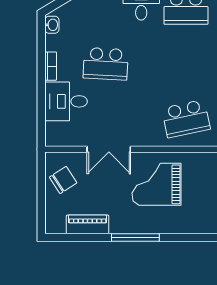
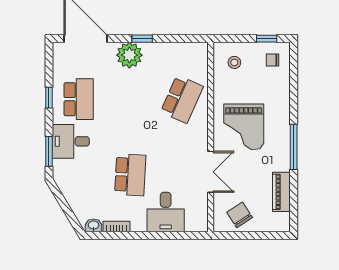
bookcase: (51, 66) -> (116, 227), moved
school desk: (186, 119) -> (182, 99), turned 36

